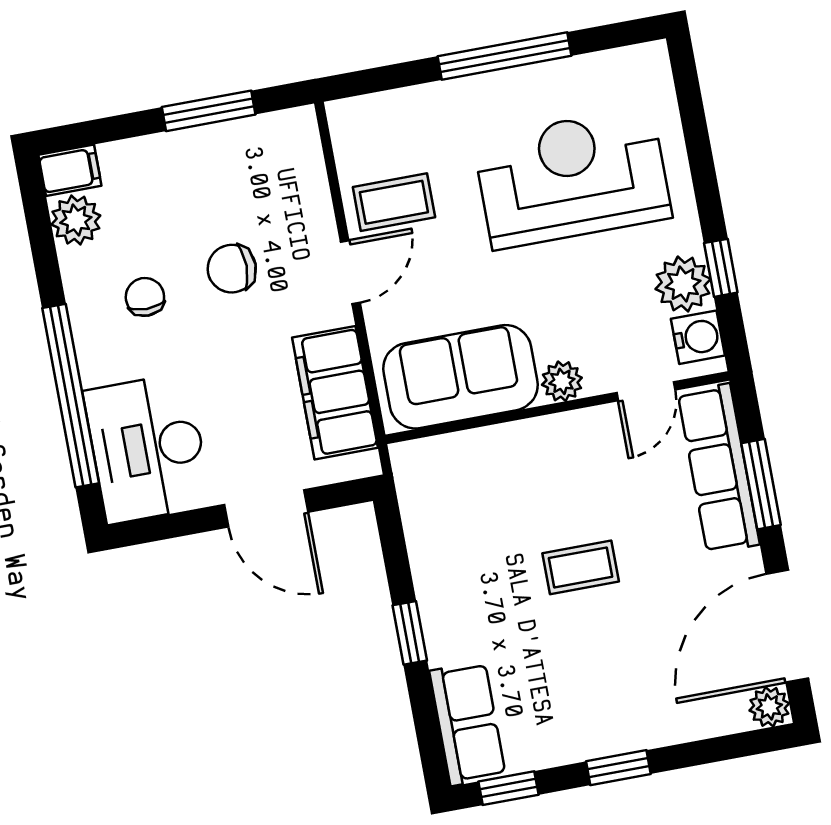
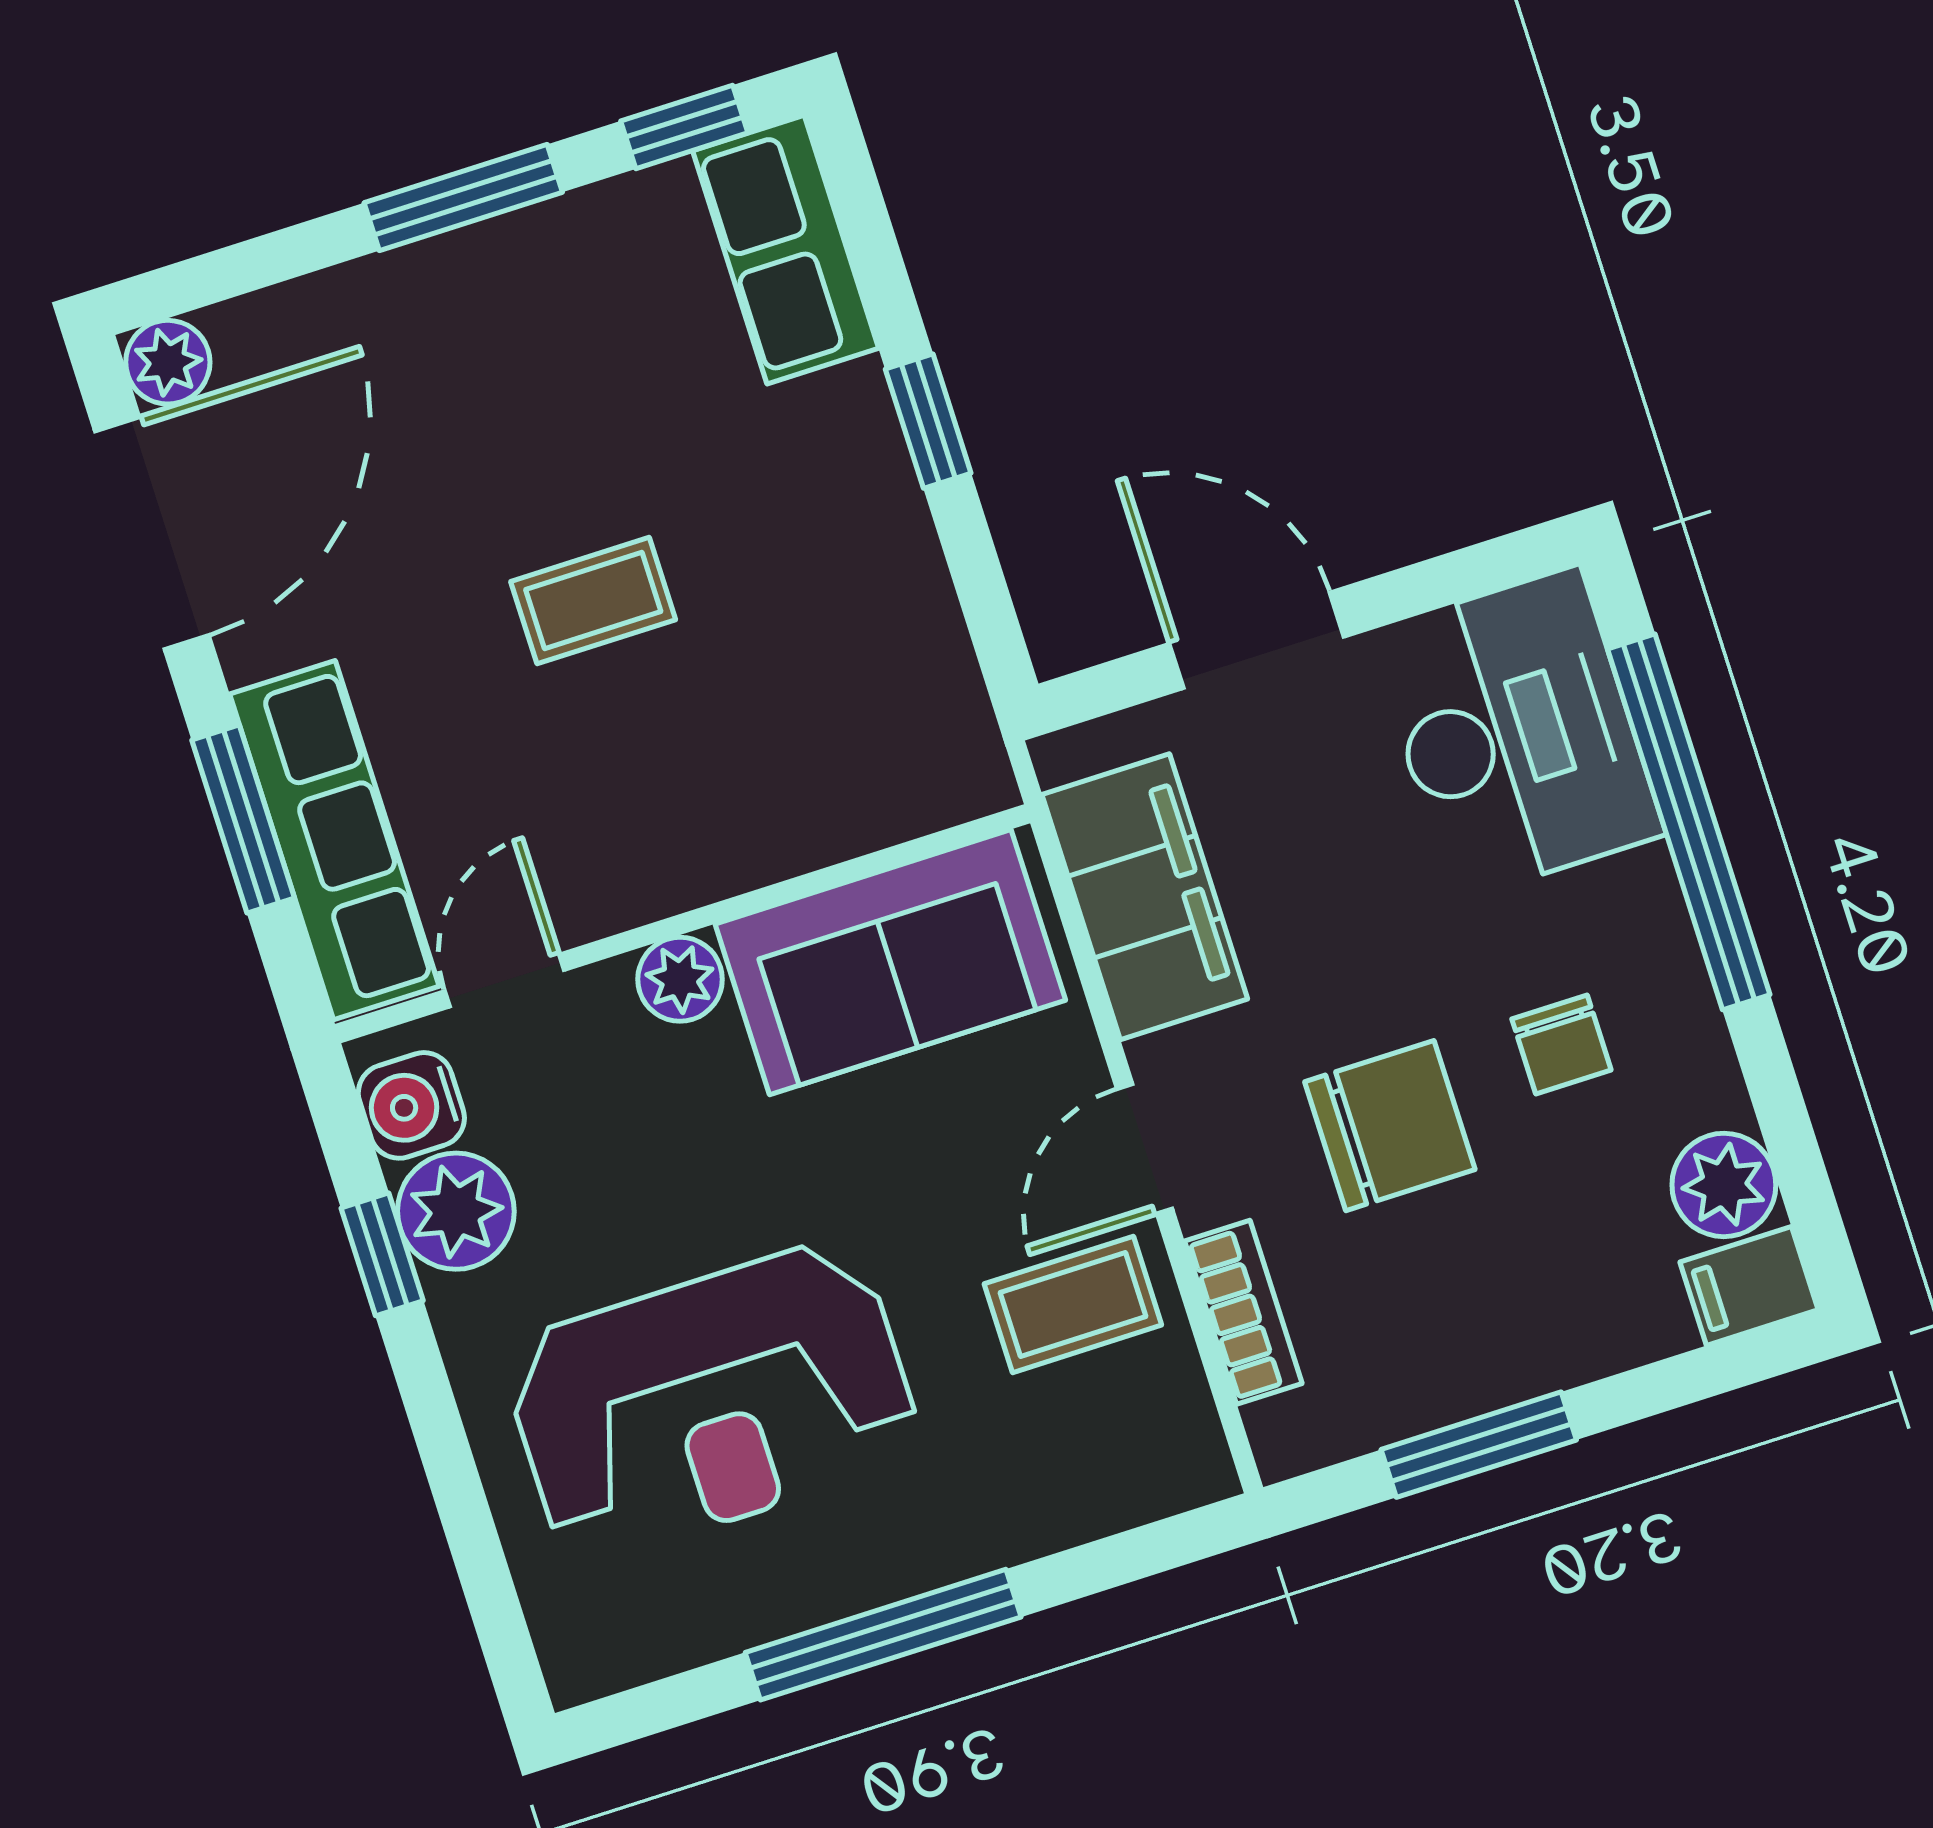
bookcase: (313, 188) -> (1243, 1312), added
chair: (232, 269) -> (1390, 1126), width x1.37, depth x1.37
window: (618, 768) -> (463, 198), width x1.50

